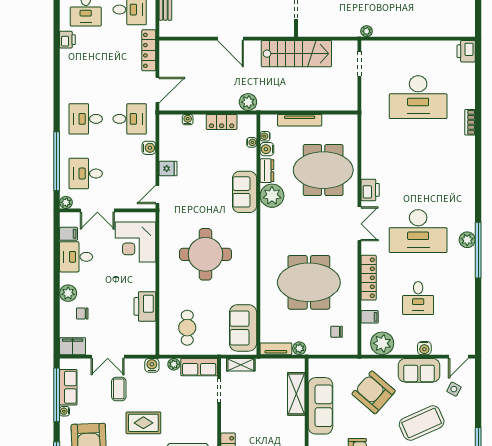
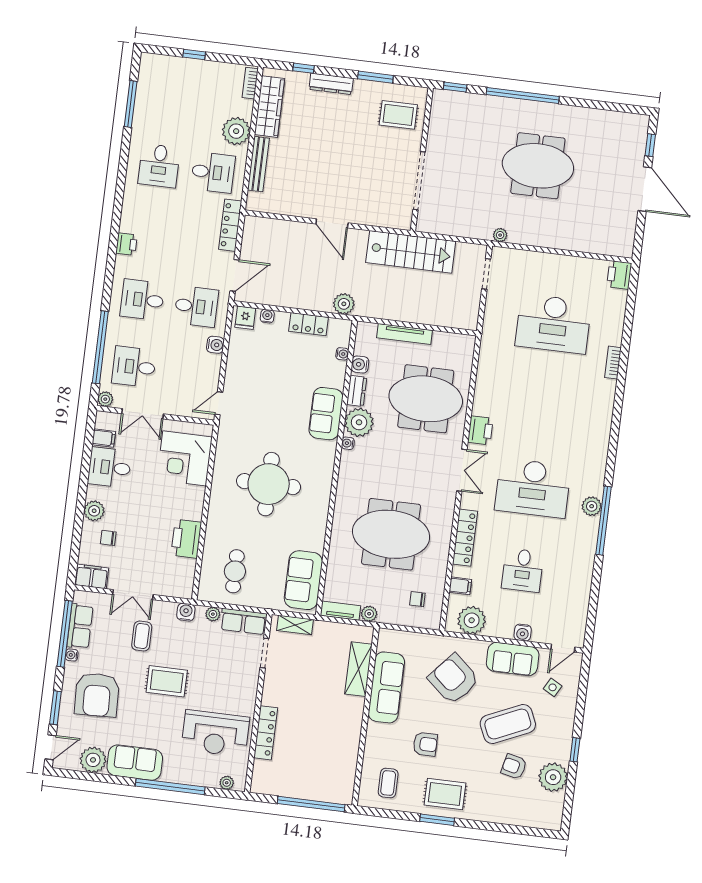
printer: (67, 40) -> (127, 244), moved
water cooler: (265, 136) -> (348, 443), moved
fridge: (168, 168) -> (245, 318), moved, turned 90

